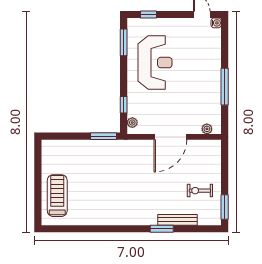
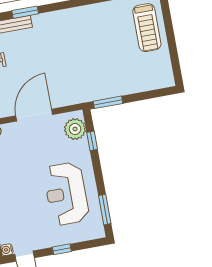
window: (149, 14) -> (62, 249), moved
plant: (132, 123) -> (75, 129), width x1.87, depth x1.87

